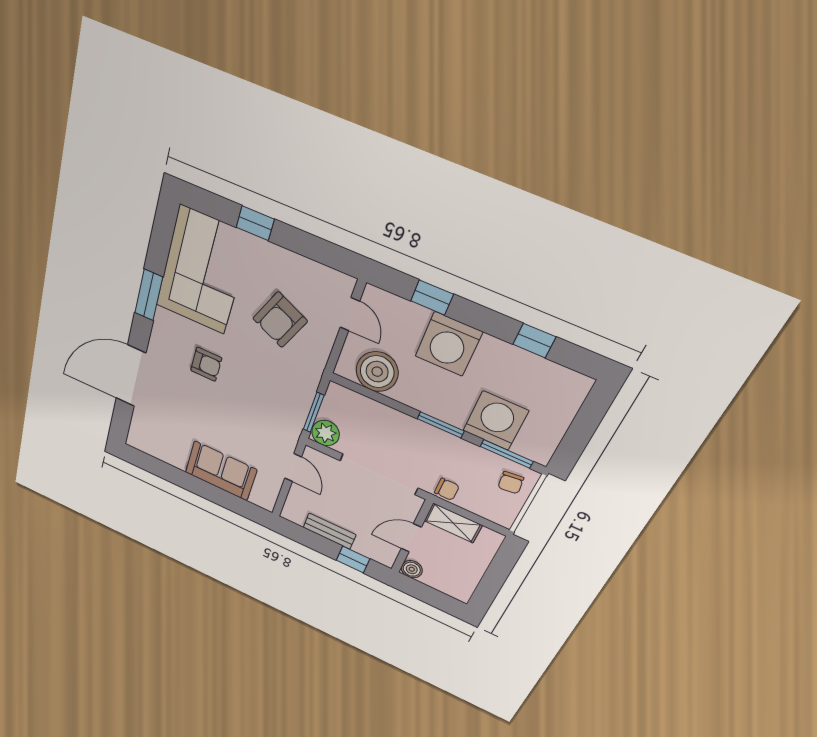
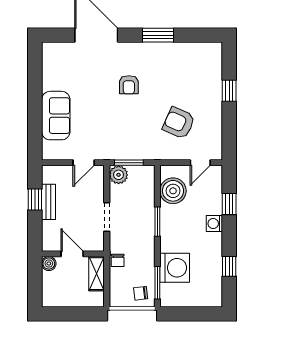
corner sofa: (202, 271) -> (188, 66), removed
washing machine: (449, 344) -> (214, 224), width x0.53, depth x0.53
window: (441, 425) -> (157, 222), moved
doorway: (379, 474) -> (107, 217), width x0.53
window: (353, 560) -> (35, 199), moved

